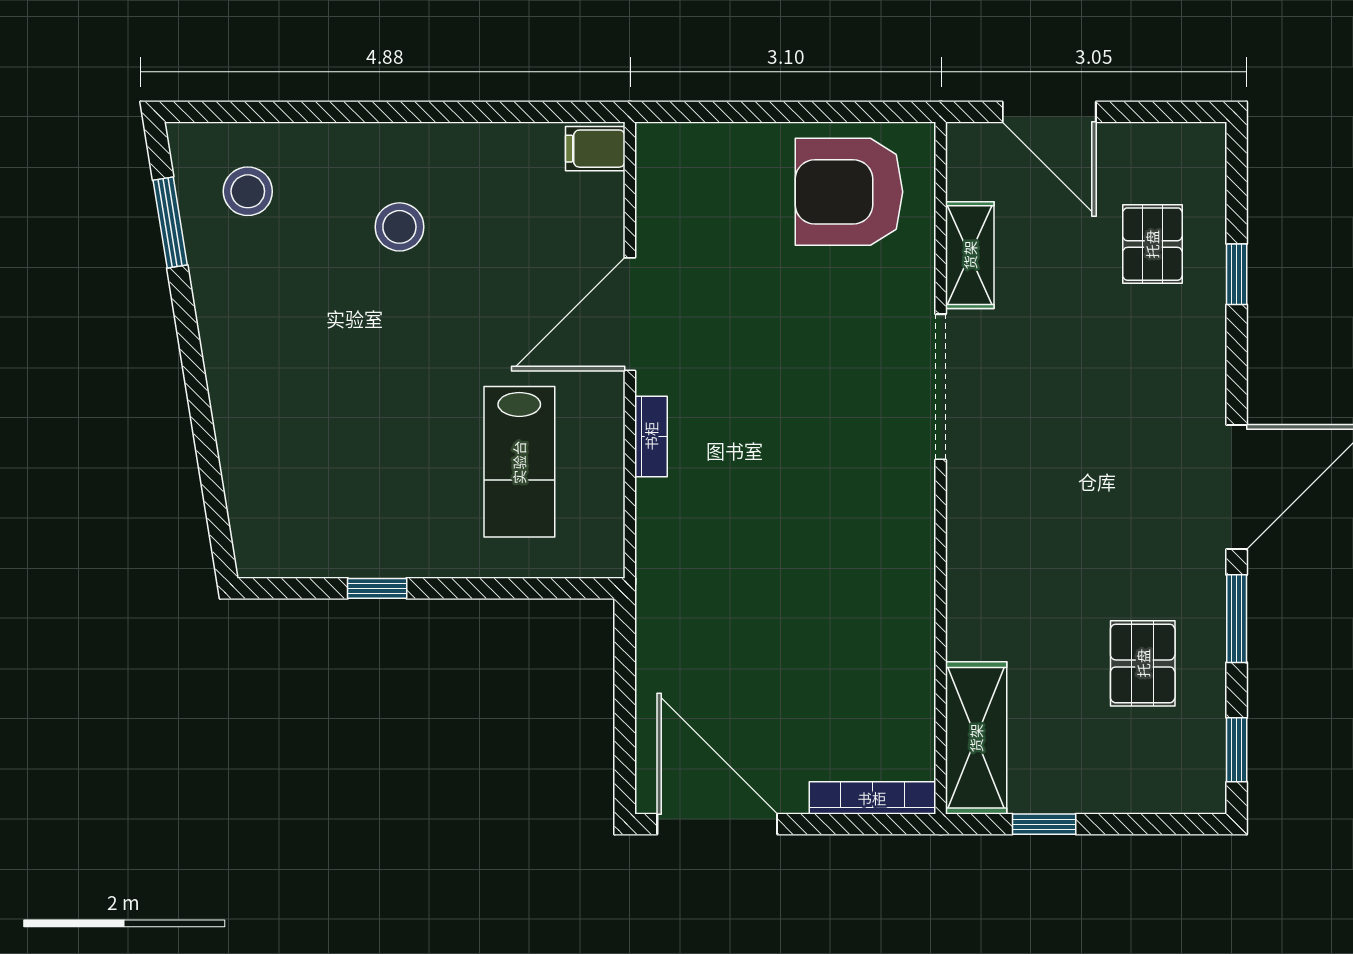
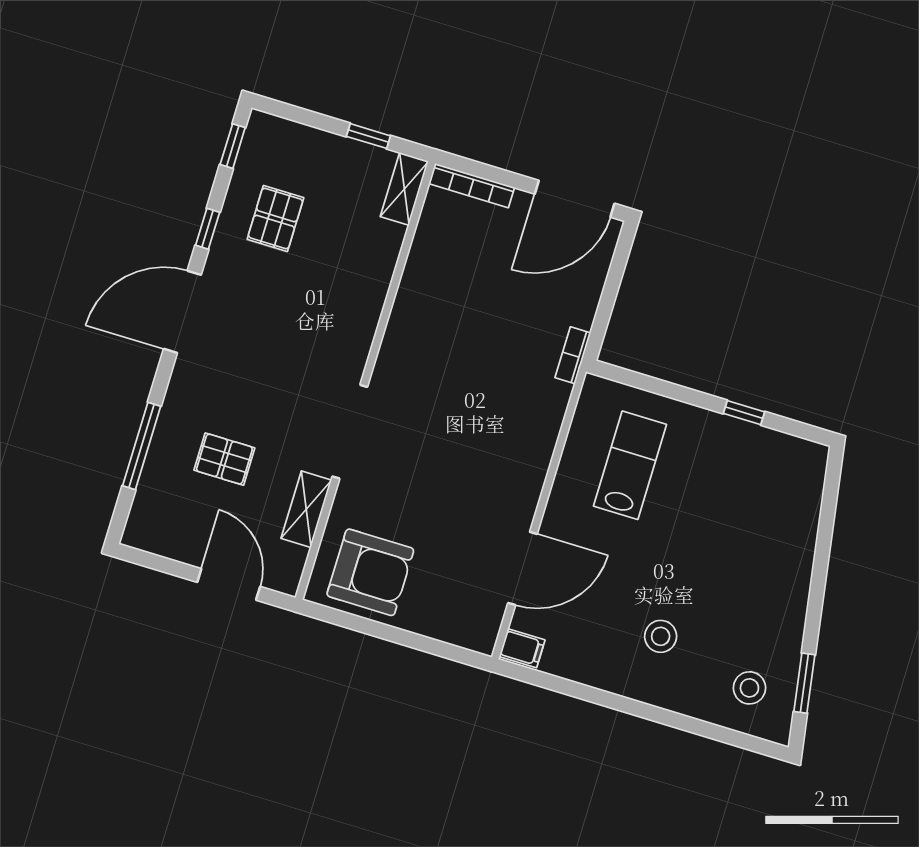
pallet: (1152, 244) -> (224, 459), moved, turned 90
window: (1237, 274) -> (142, 446), width x2.17
door: (630, 314) -> (523, 568), moved
bookcase: (651, 436) -> (573, 355), moved
window: (1237, 619) -> (208, 229), width x0.67
shelving: (976, 738) -> (404, 189), width x0.67, depth x0.75
door: (717, 824) -> (575, 199), hinge flipped

